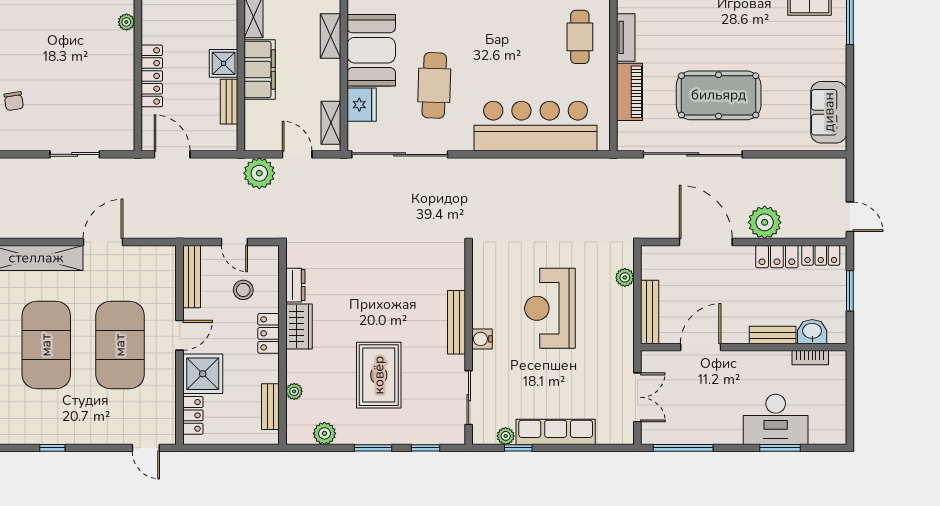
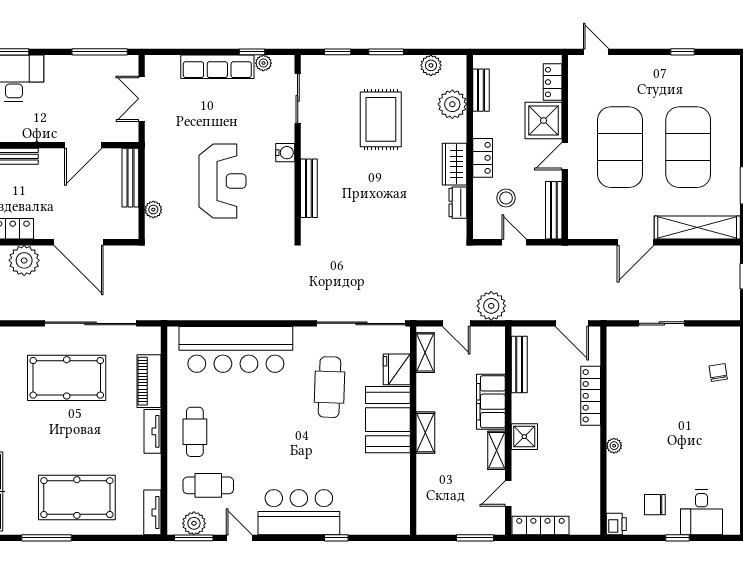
shower: (224, 63) -> (524, 437), moved
bench: (229, 102) -> (519, 365), width x1.36
bench: (457, 322) -> (309, 188), moved
plant: (294, 391) -> (452, 104), width x1.87, depth x1.87

